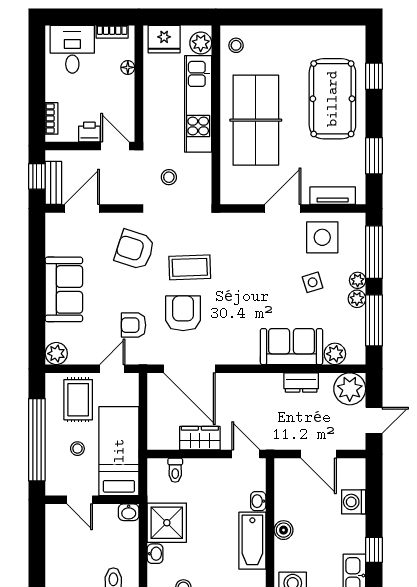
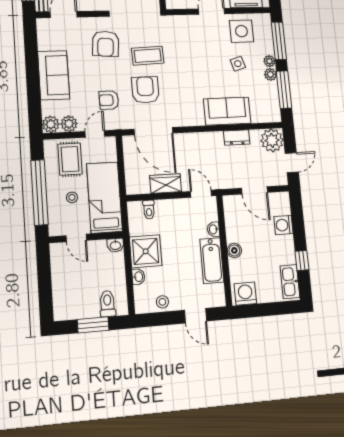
armchair: (135, 249) -> (106, 44), turned -103
plant: (335, 354) -> (69, 124), moved

